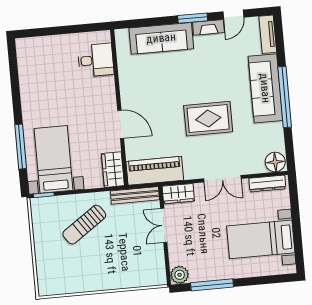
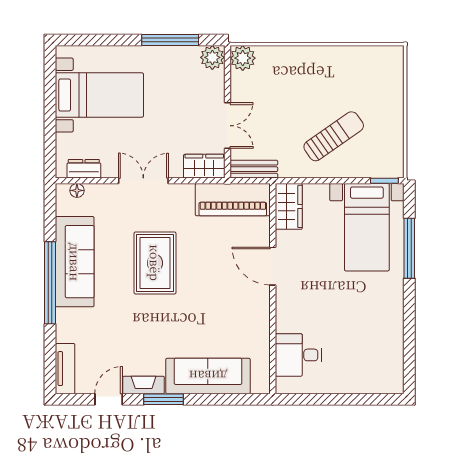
sofa: (265, 88) -> (75, 262), moved
rug: (208, 119) -> (155, 263), turned 90
floor lamp: (275, 162) -> (77, 190), width x0.53, depth x0.53
dresser: (267, 184) -> (84, 169), width x0.70
bench: (135, 195) -> (254, 169), width x0.73
plant: (157, 276) -> (243, 58), added

